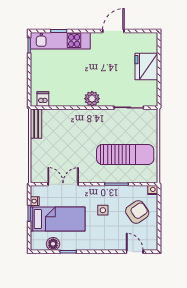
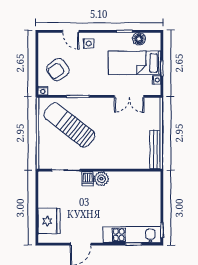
fridge: (146, 67) -> (49, 221), moved
dishwasher: (43, 99) -> (88, 179), moved
bench: (36, 124) -> (155, 150), width x1.36
sun lounger: (125, 155) -> (69, 125), turned 38
side table: (103, 210) -> (89, 43), moved
door: (135, 252) -> (71, 31), moved

